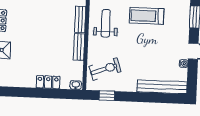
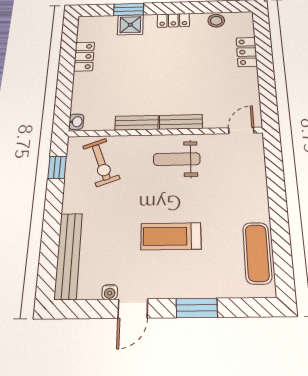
treadmill: (147, 16) -> (171, 236), moved, turned -90
weight bench: (106, 23) -> (177, 159), turned 180
locker: (48, 82) -> (84, 56), moved

